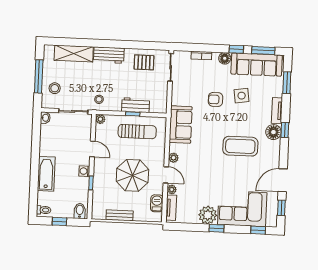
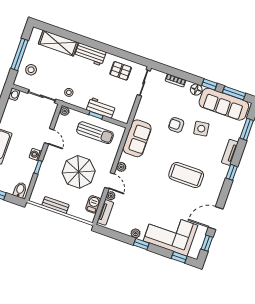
floor lamp: (273, 132) -> (221, 171), removed
plant: (208, 215) -> (136, 233), width x0.53, depth x0.53

